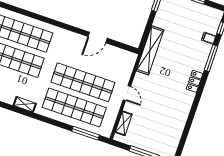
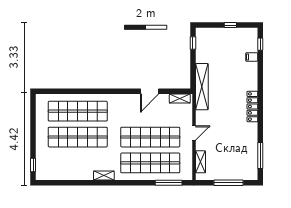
shelving: (125, 55) -> (180, 99), added
window: (211, 58) -> (260, 156), moved
locker: (195, 81) -> (252, 107), width x1.53
door: (127, 93) -> (194, 133), hinge flipped

